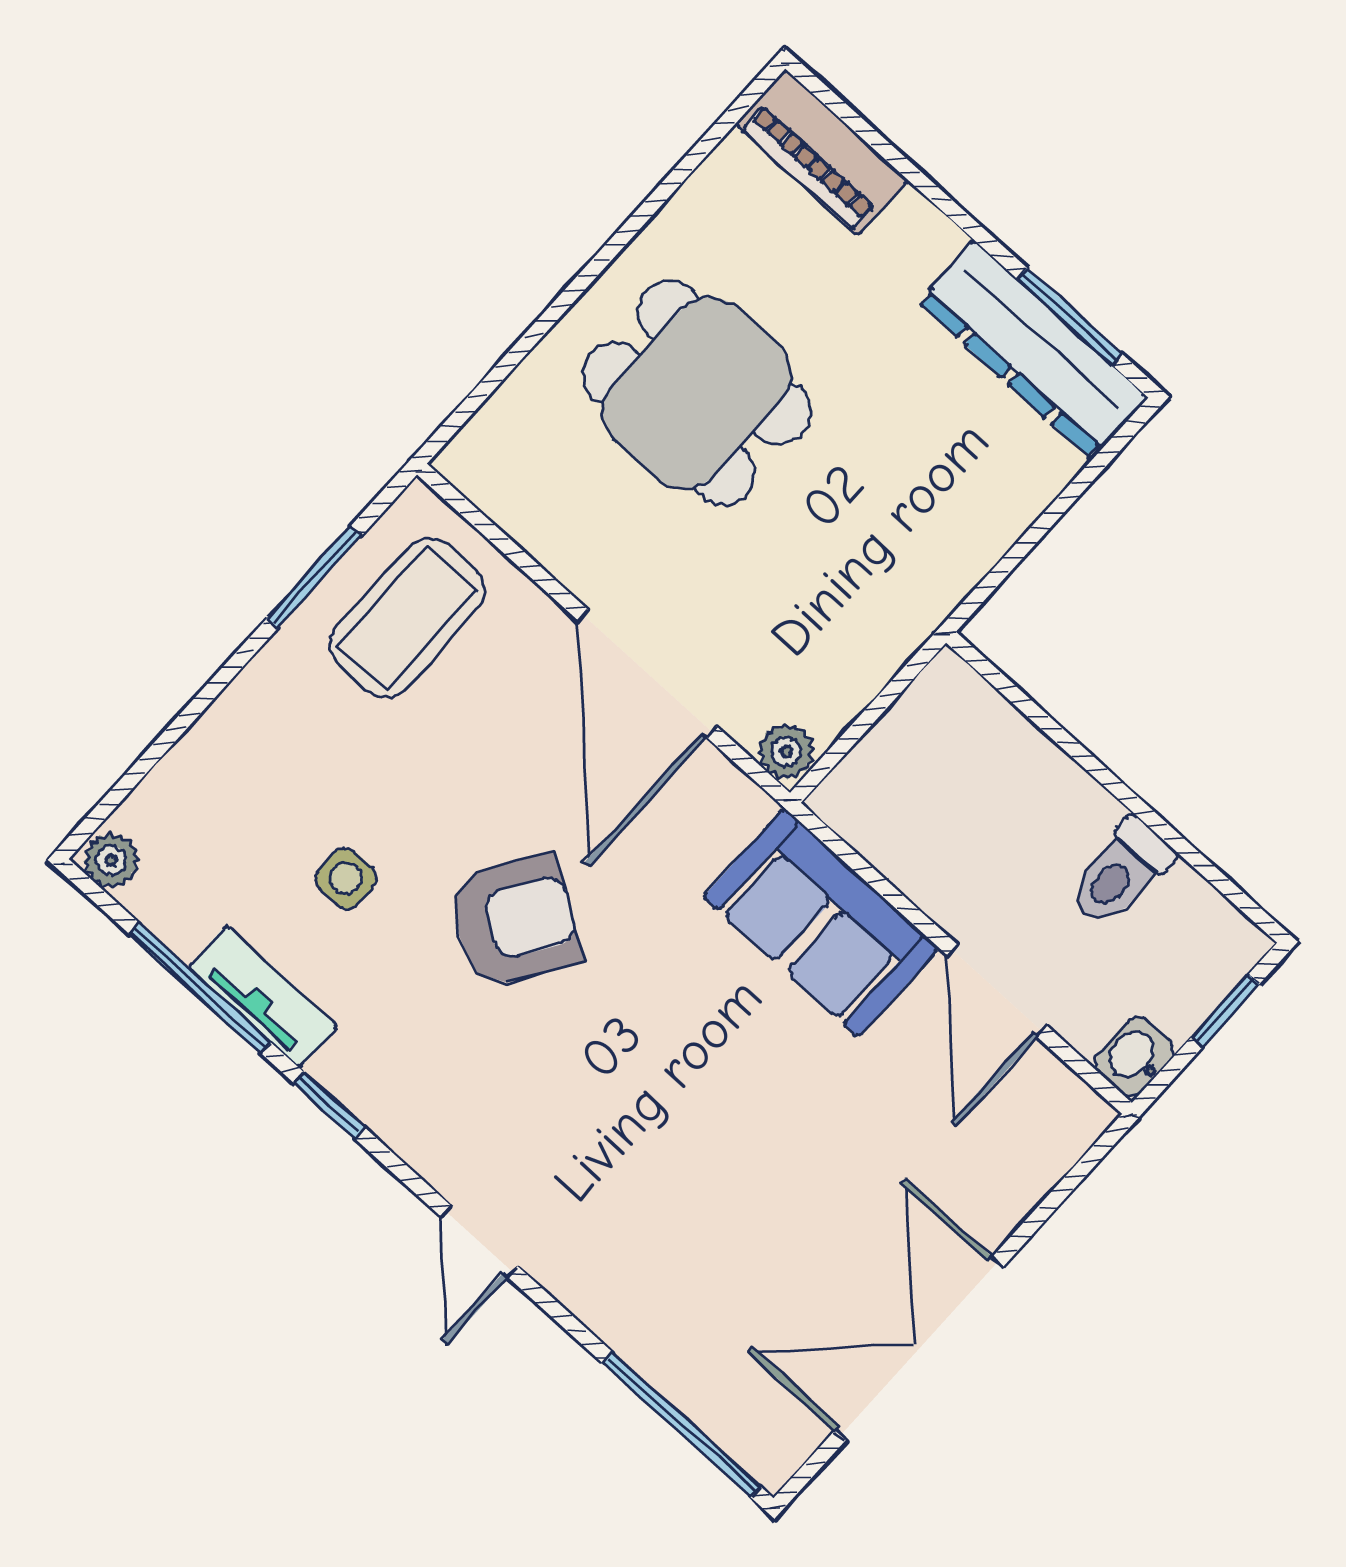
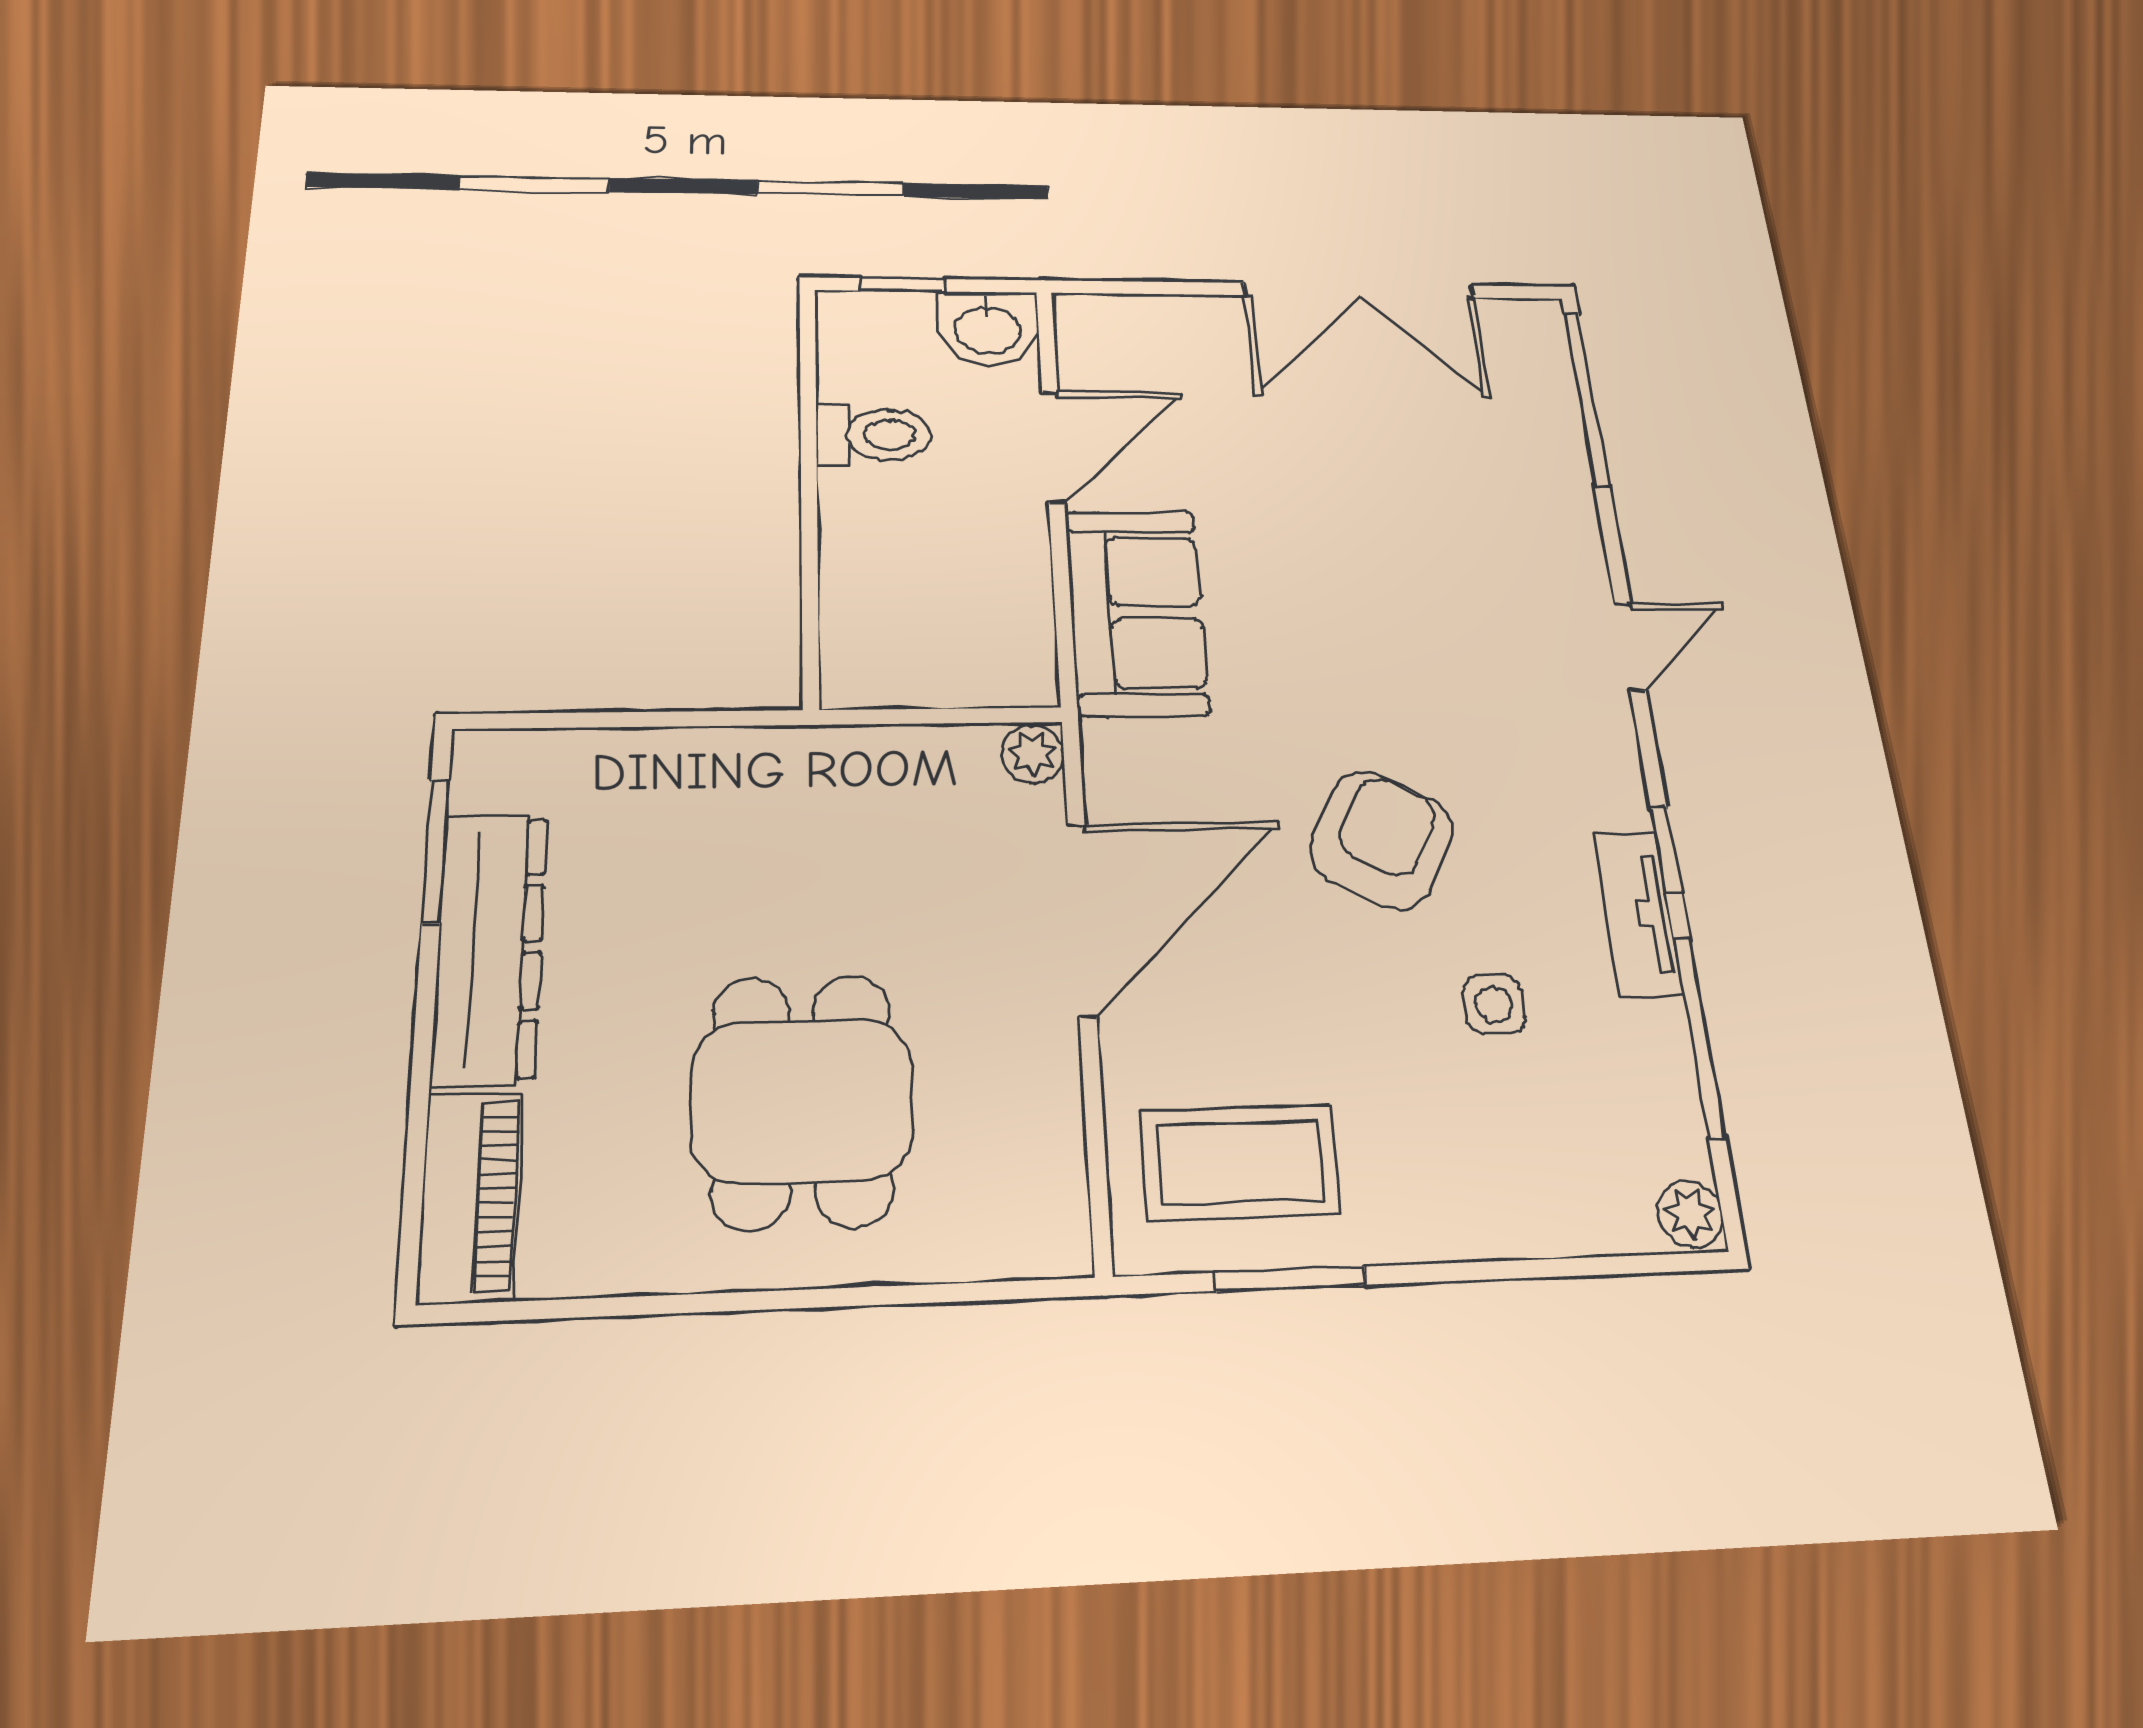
dresser: (1033, 350) -> (490, 947), moved
armchair: (515, 921) -> (1382, 840), turned 85
tv unit: (263, 996) -> (1638, 914), moved
washbasin: (1135, 1057) -> (988, 328), width x1.38, depth x1.45

